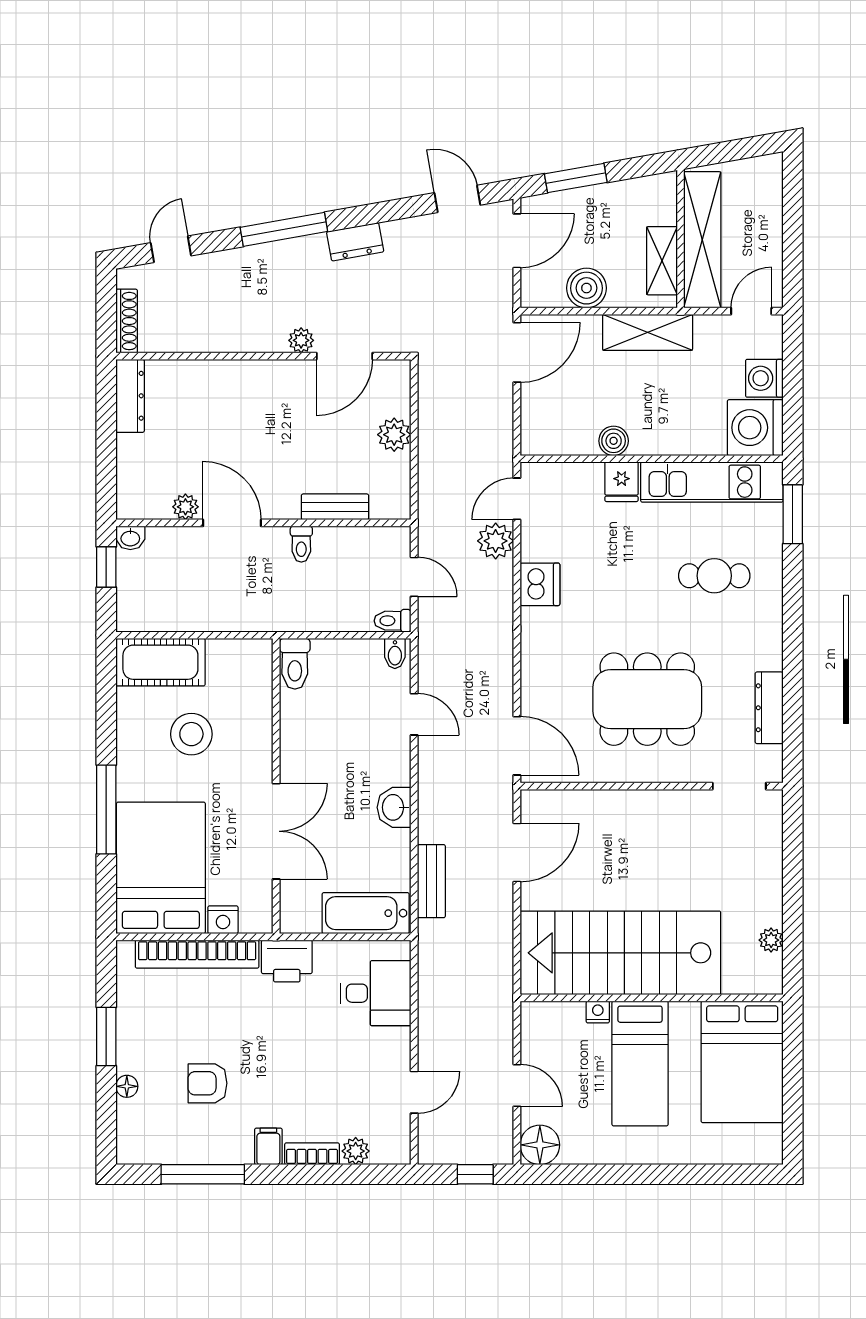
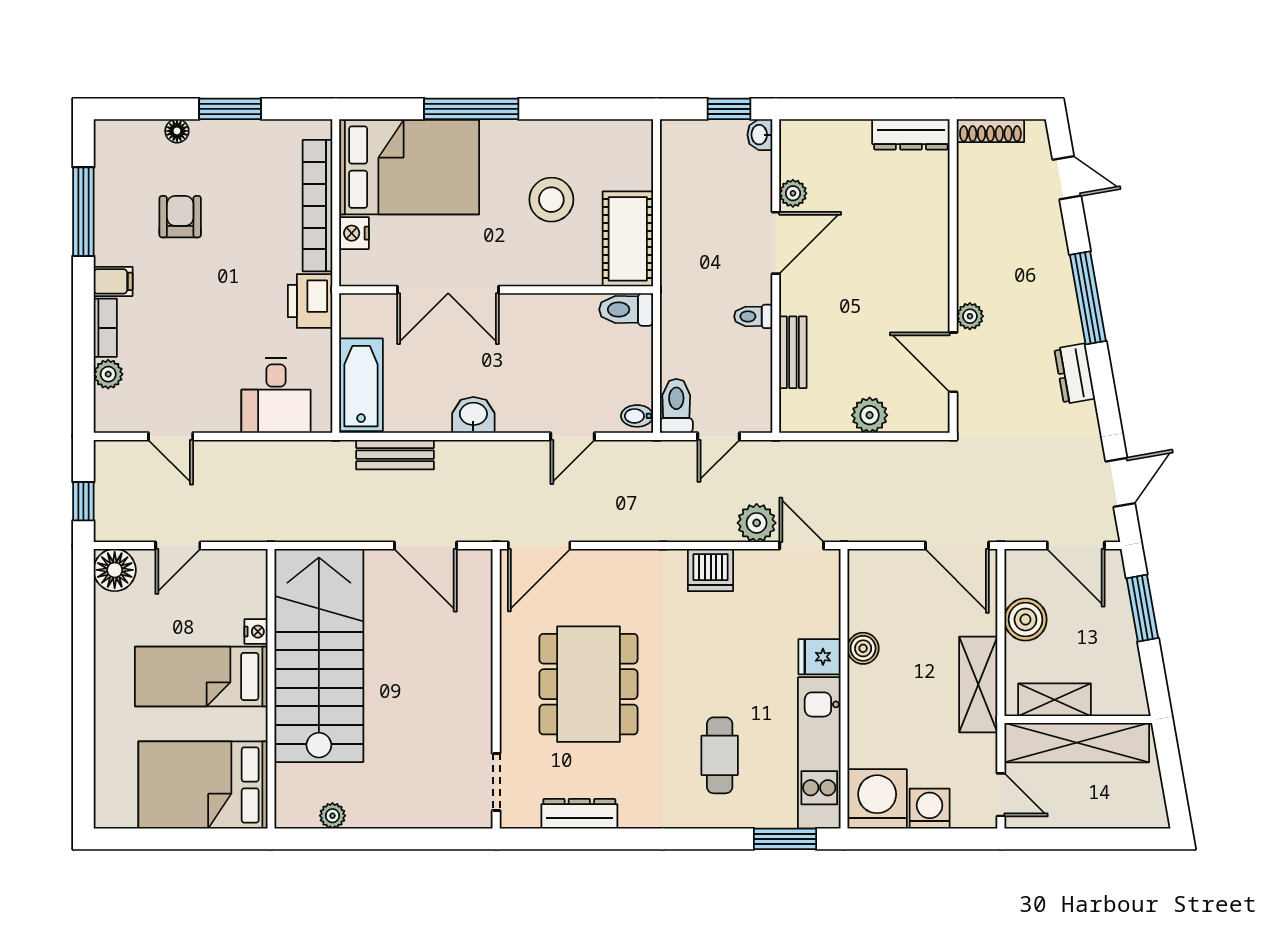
toilet: (393, 621) -> (676, 406), width x1.37, depth x1.39
cot: (160, 662) -> (628, 239), moved

